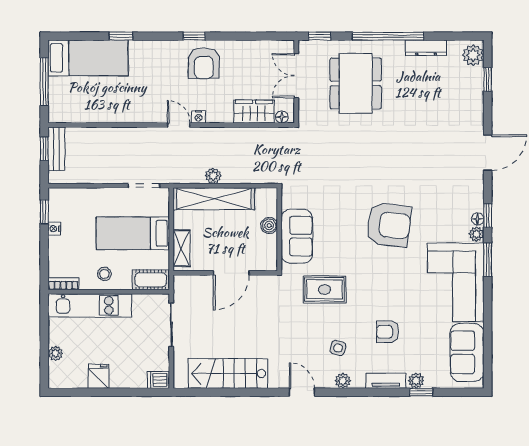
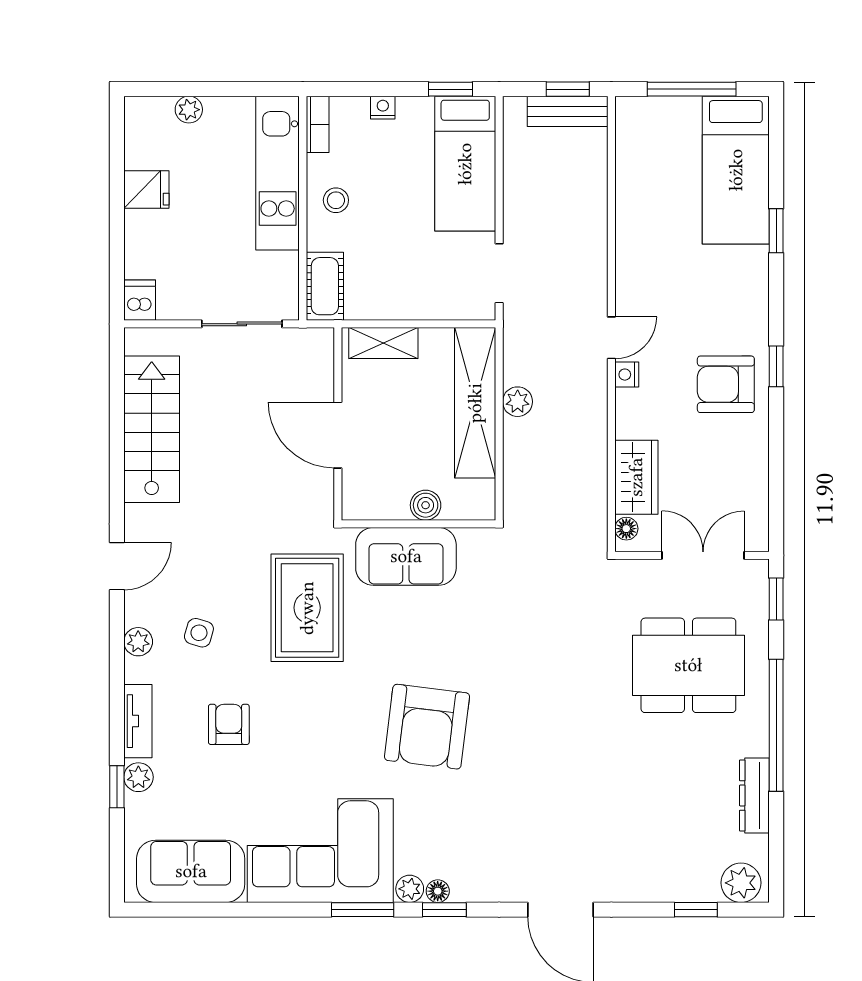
nightstand: (54, 229) -> (383, 108), moved
bed: (133, 233) -> (465, 164), moved, turned 180
rug: (325, 289) -> (307, 608), width x1.36, depth x1.43

